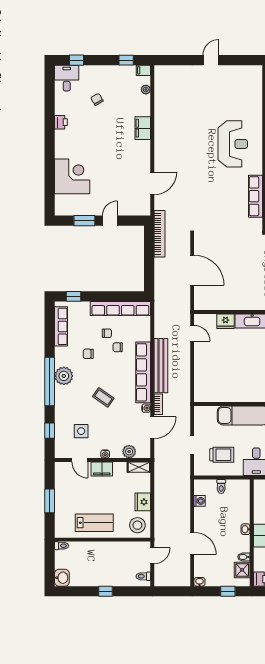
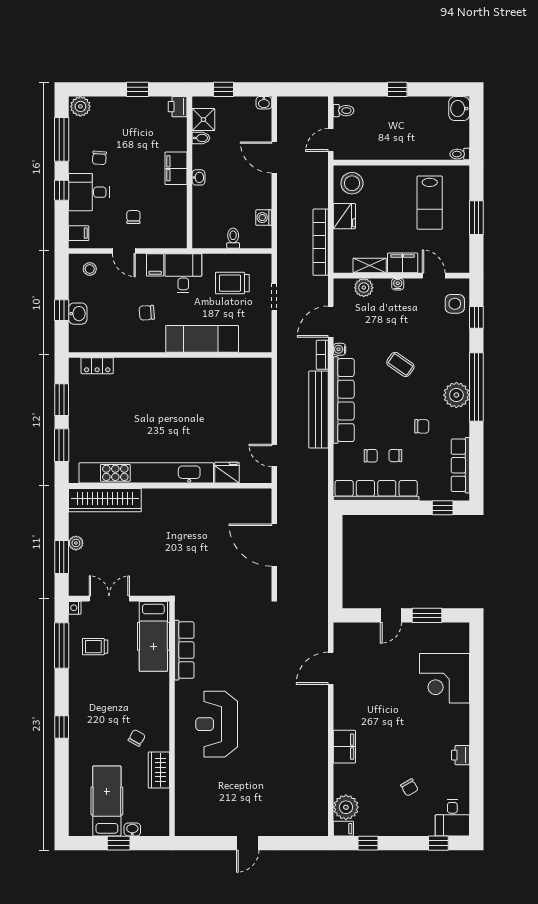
plant: (146, 90) -> (346, 807), width x1.88, depth x1.88
bookcase: (160, 234) -> (321, 242), moved
chair: (118, 347) -> (371, 456), moved
side table: (81, 431) -> (455, 304), moved
shelving: (139, 467) -> (370, 266), moved
lab bench: (94, 523) -> (430, 203), moved, turned -90

